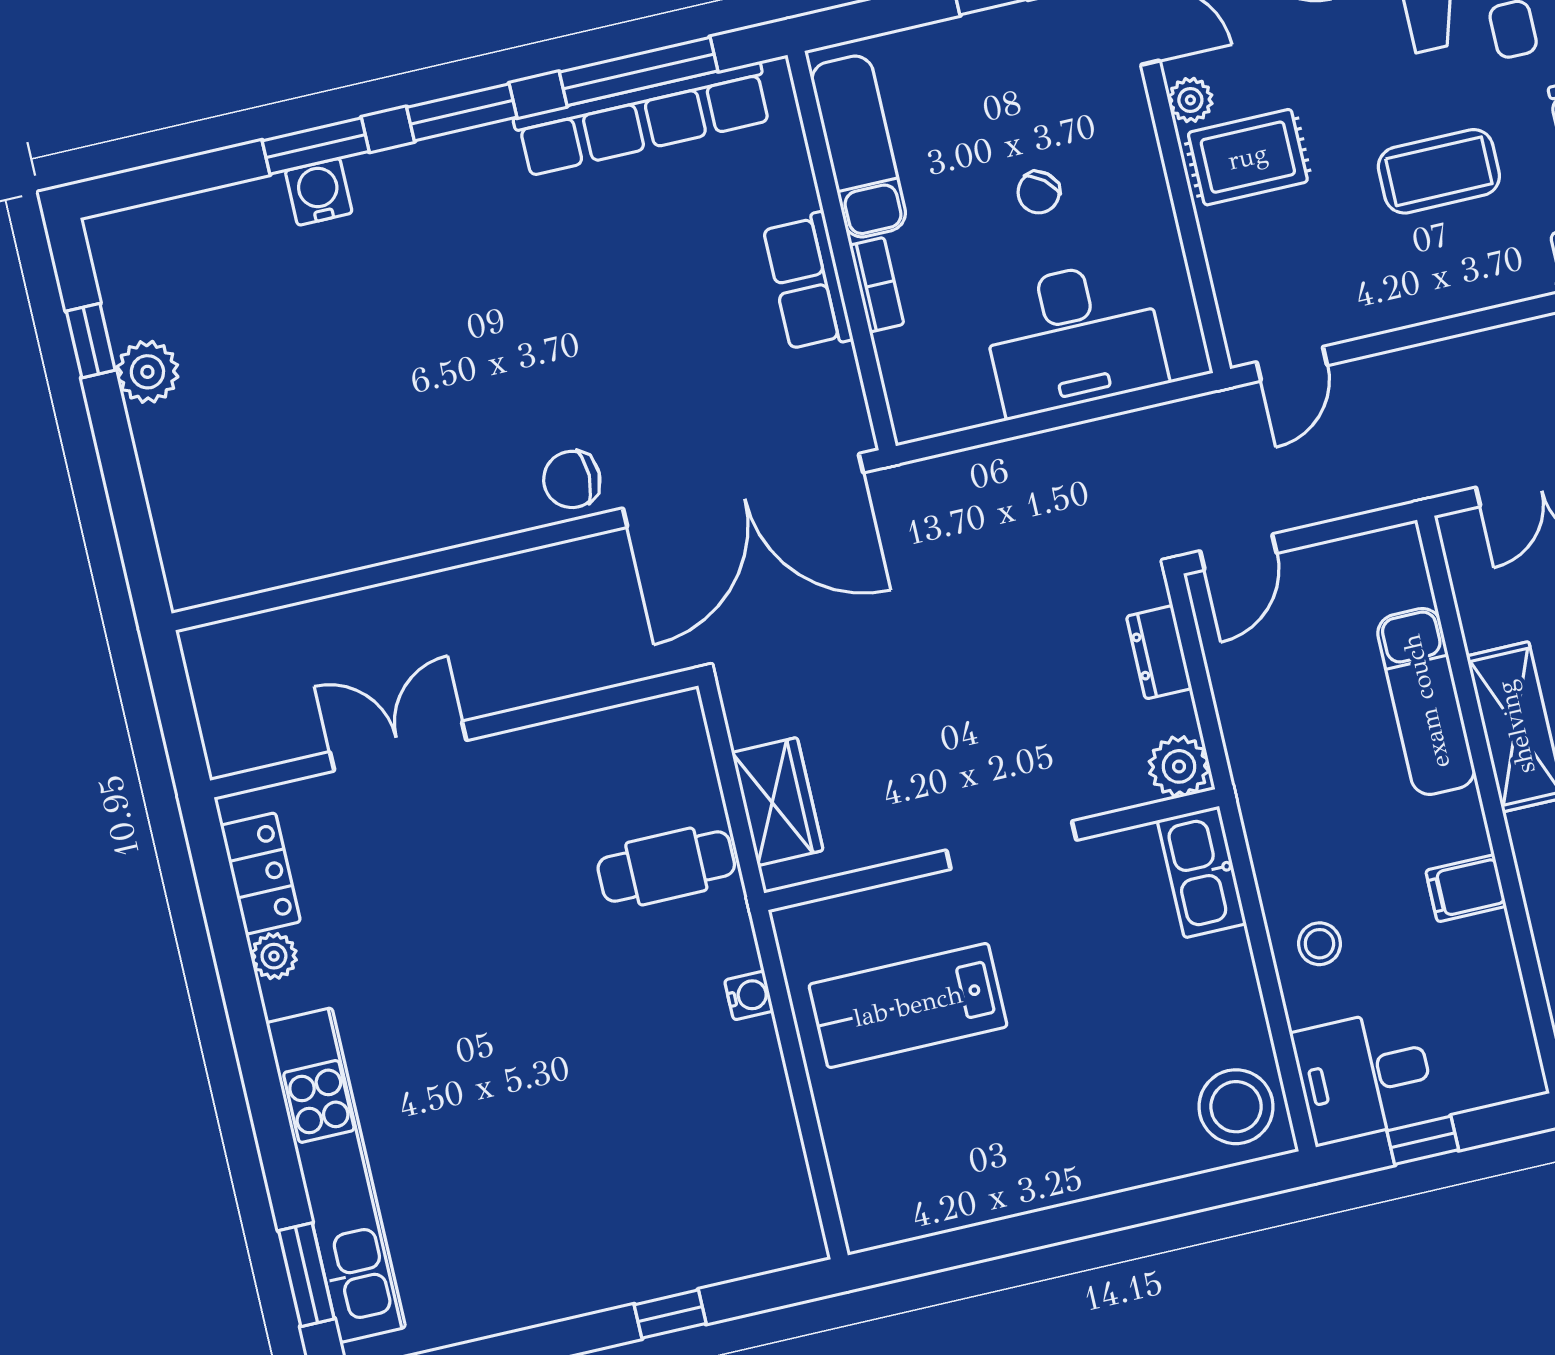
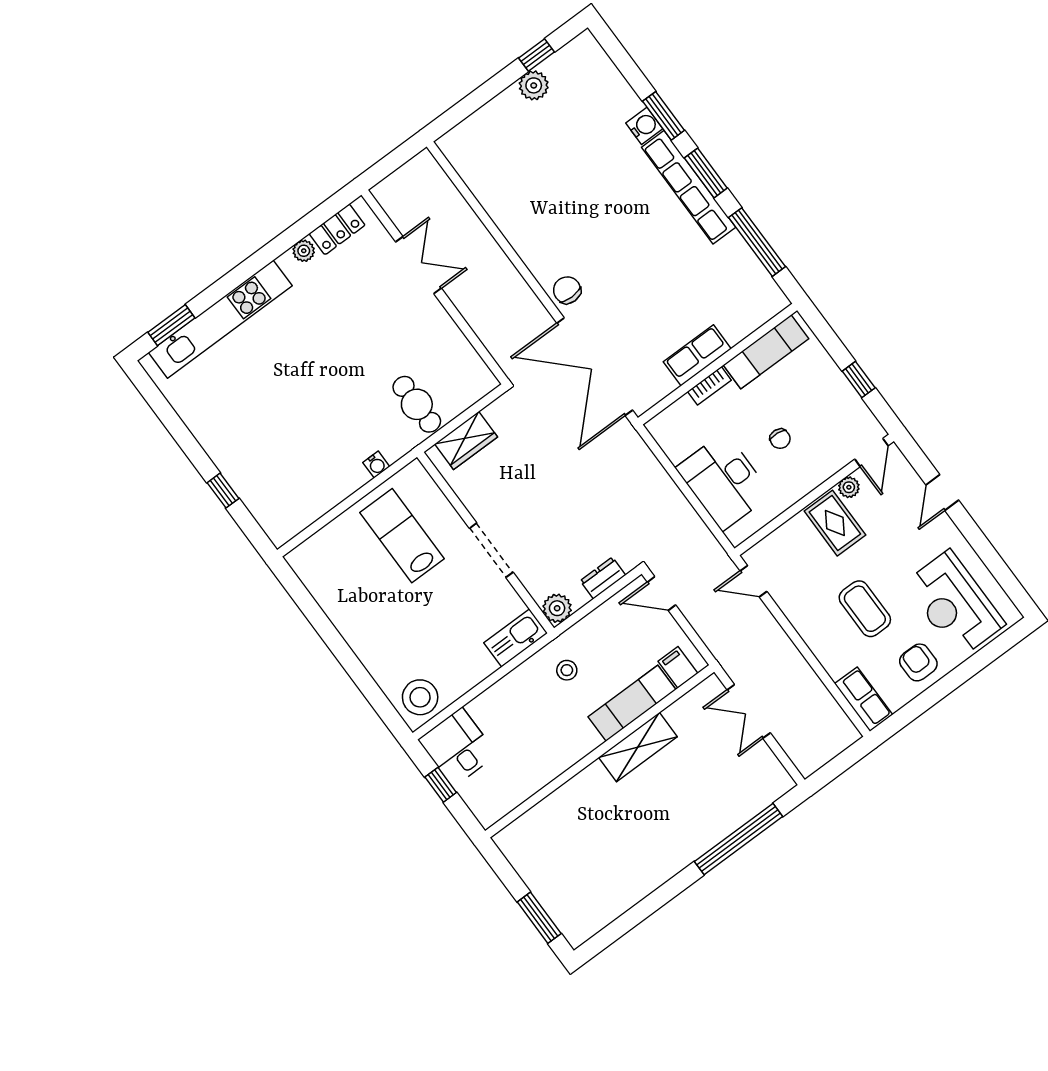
row of seats: (643, 119) -> (689, 187), moved
chair: (1039, 192) -> (780, 439), turned -125
filing cabinet: (1466, 888) -> (678, 667), moved
stool: (1319, 944) -> (567, 670), moved

